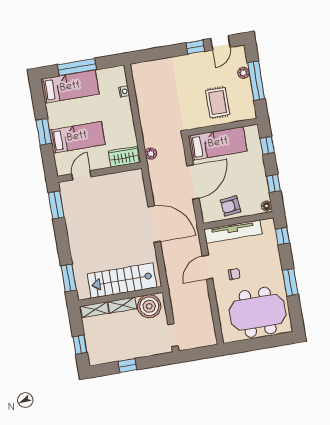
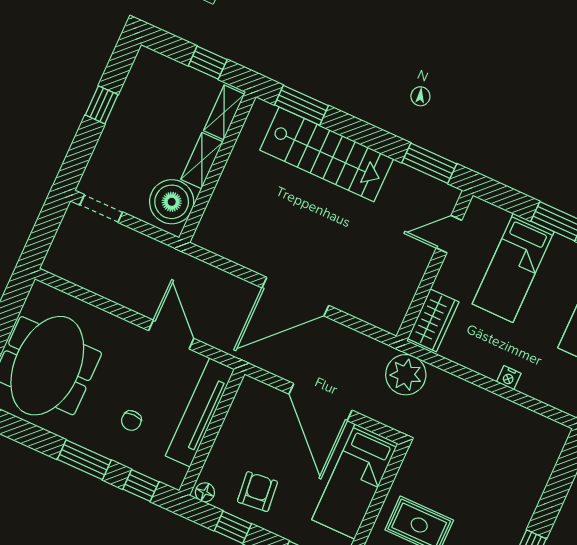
nightstand: (124, 91) -> (509, 378), moved
plant: (151, 154) -> (406, 375), width x1.88, depth x1.88
door: (81, 175) -> (449, 234), swing flipped
armchair: (231, 206) -> (257, 492), moved
chair: (234, 274) -> (131, 421), moved
stairs: (122, 281) -> (327, 154), moved, turned 90
window: (290, 282) -> (84, 460), moved
window: (80, 345) -> (208, 63), moved

